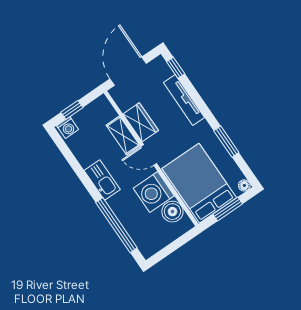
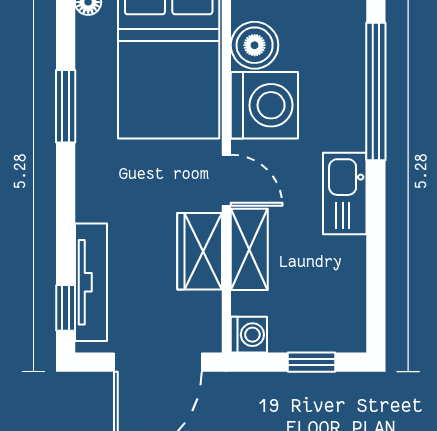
tv unit: (184, 100) -> (91, 282), moved
washing machine: (68, 128) -> (249, 335), moved, turned 90

